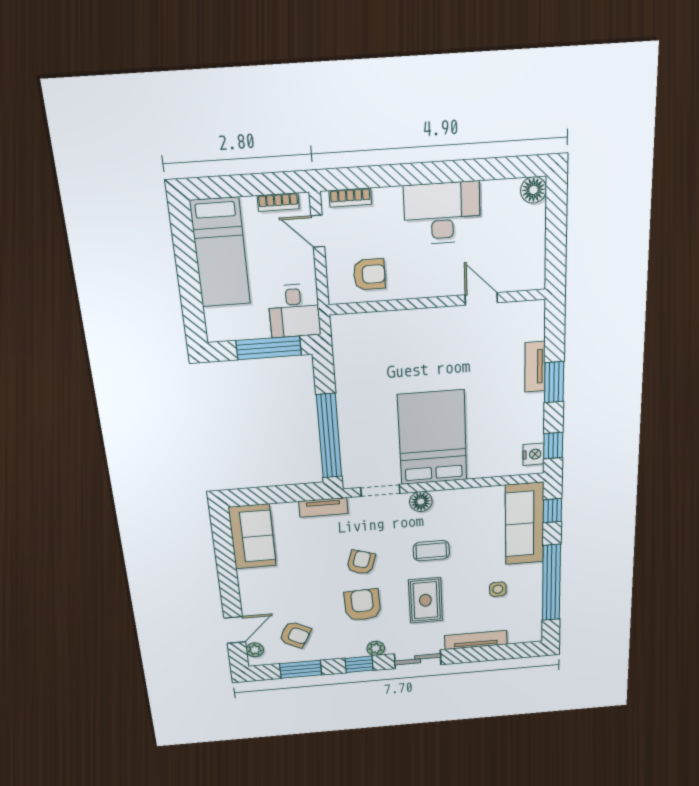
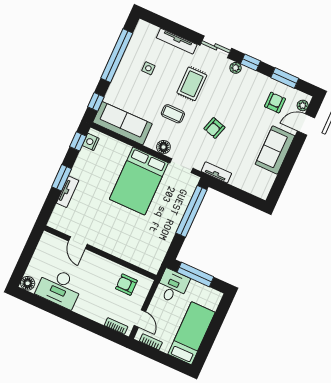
desk: (442, 213) -> (59, 288), moved
sofa: (524, 524) -> (122, 123), moved, turned -90
sofa: (252, 537) -> (275, 150), moved
armchair: (362, 605) -> (228, 101), removed
armchair: (295, 635) -> (275, 103), turned 62

